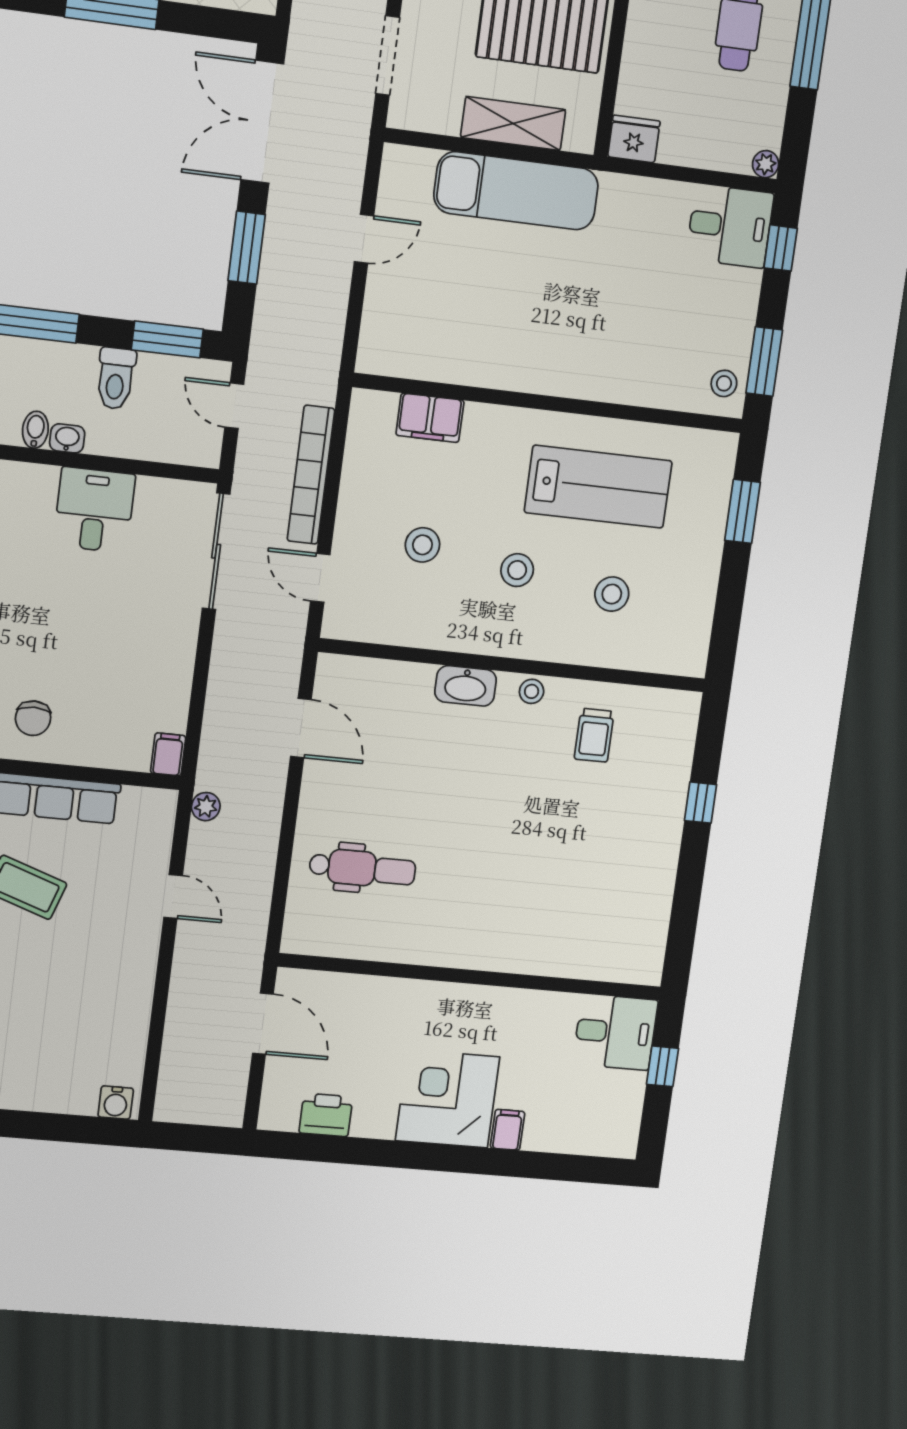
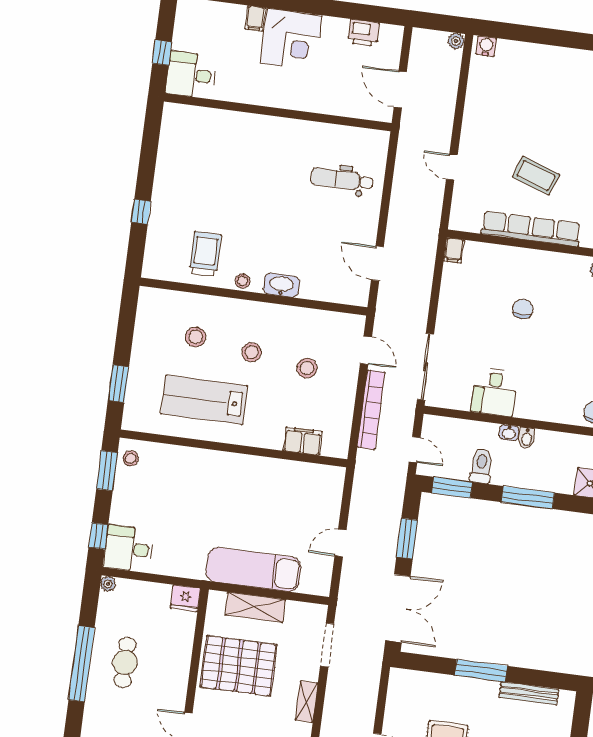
chair: (33, 718) -> (523, 309), moved
trolley: (594, 735) -> (205, 254), width x1.36, depth x1.39
plant: (206, 807) -> (456, 41), moved

